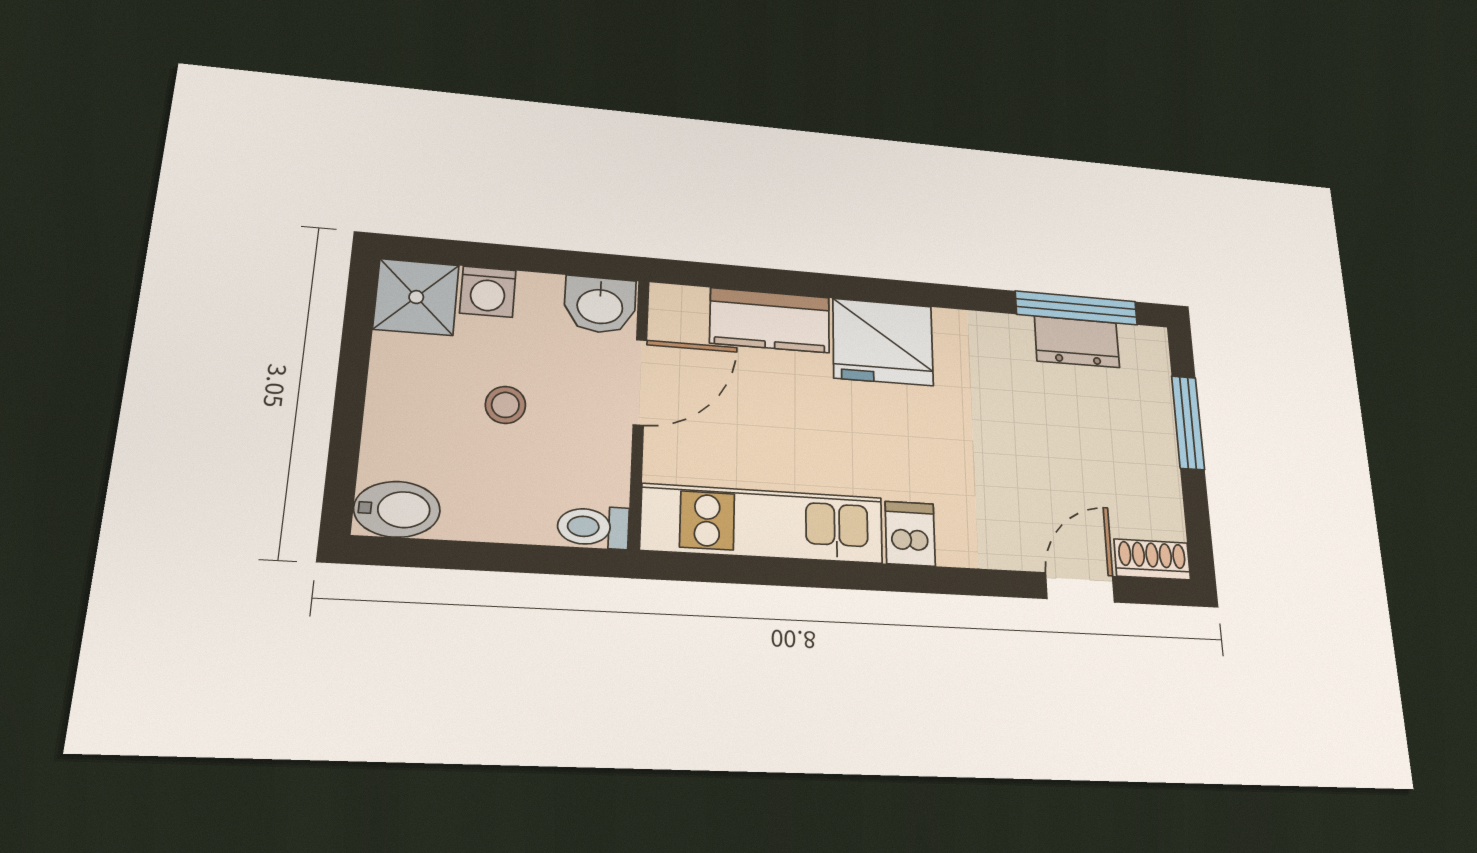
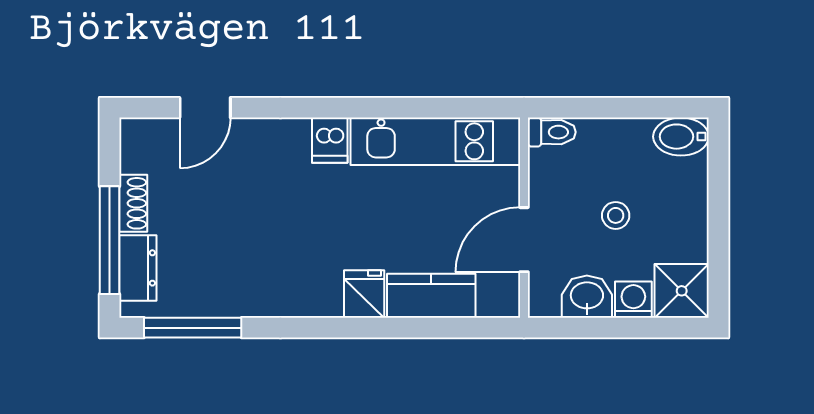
washbasin: (600, 305) -> (587, 297), moved
fridge: (883, 342) -> (364, 294), width x0.53, depth x0.75
dresser: (1077, 342) -> (138, 268), moved, turned 90
window: (1188, 423) -> (110, 240), width x1.44
shoe rack: (1152, 559) -> (133, 203), moved, turned -90

